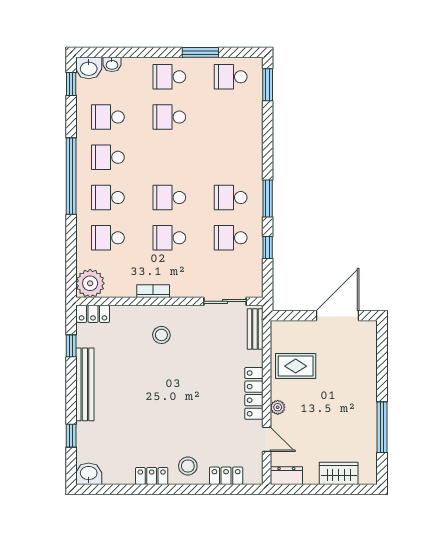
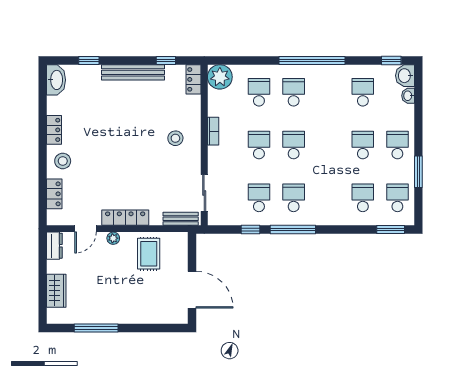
school desk: (108, 157) -> (363, 198), moved
window: (268, 198) -> (293, 230), width x1.44
washbasin: (89, 474) -> (56, 80), width x1.38

